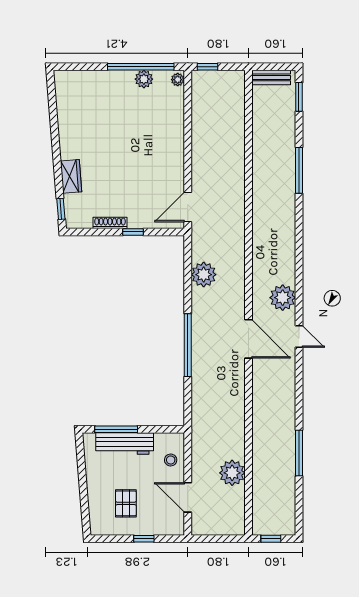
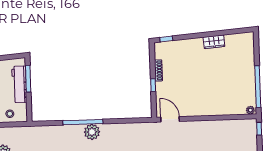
plant: (144, 79) -> (250, 89), removed
wardrobe: (71, 176) -> (214, 42), moved
plant: (204, 275) -> (92, 132), moved

